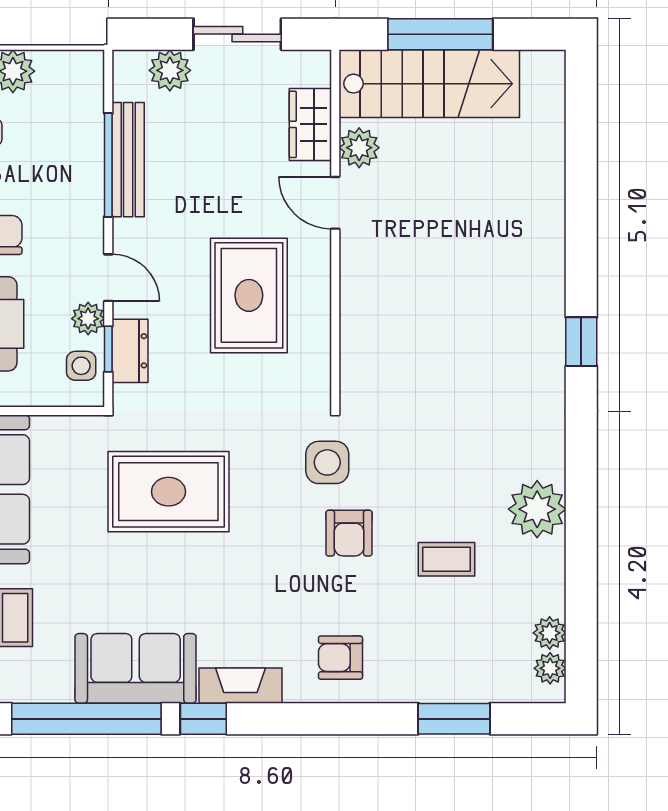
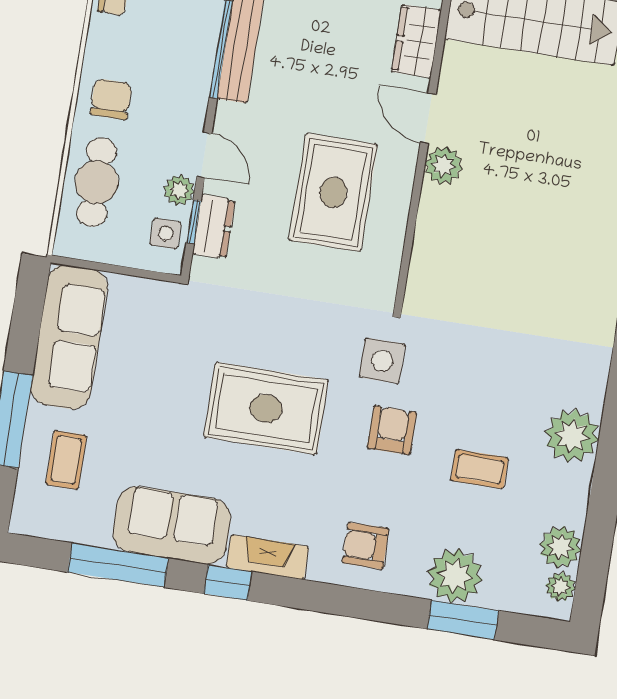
plant: (359, 148) -> (444, 166), moved
rug: (168, 492) -> (266, 408), moved
armchair: (349, 533) -> (392, 430), turned 180
plant: (550, 633) -> (560, 547), width x1.38, depth x1.38
plant: (439, 674) -> (455, 576), added
window: (86, 719) -> (118, 565), width x0.68

